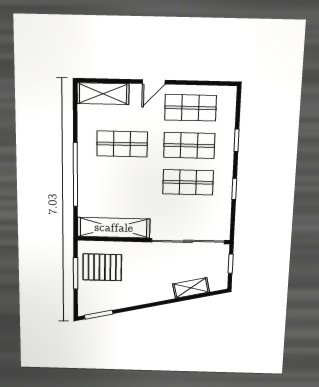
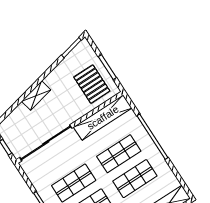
shop shelf: (122, 181) -> (119, 154), added
pallet: (102, 267) -> (92, 84), turned 90
shelving: (191, 288) -> (36, 96), moved

